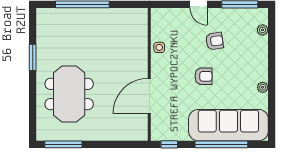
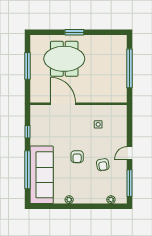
window: (33, 57) -> (74, 32), moved
wall: (149, 74) -> (79, 104), moved
door: (149, 96) -> (63, 104), moved
window: (63, 144) -> (28, 66), moved

